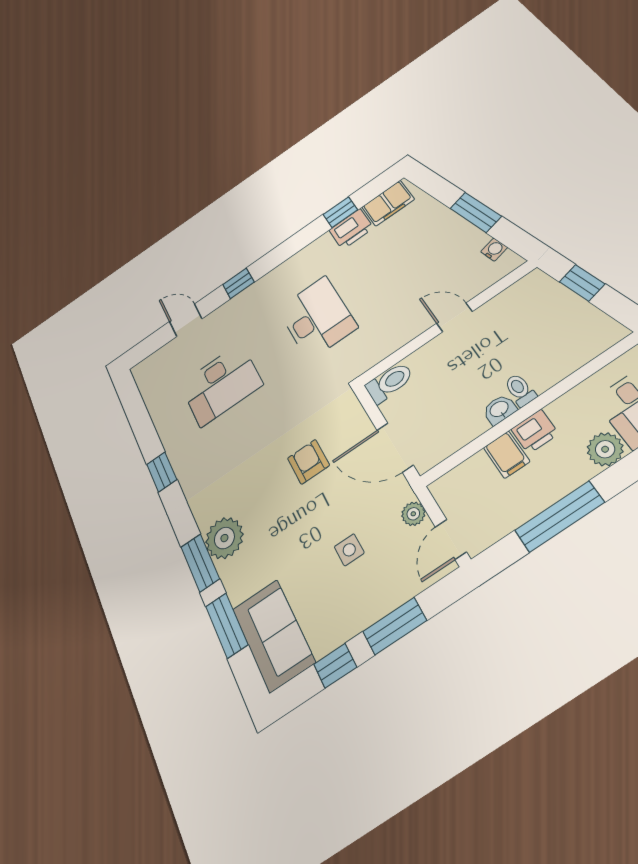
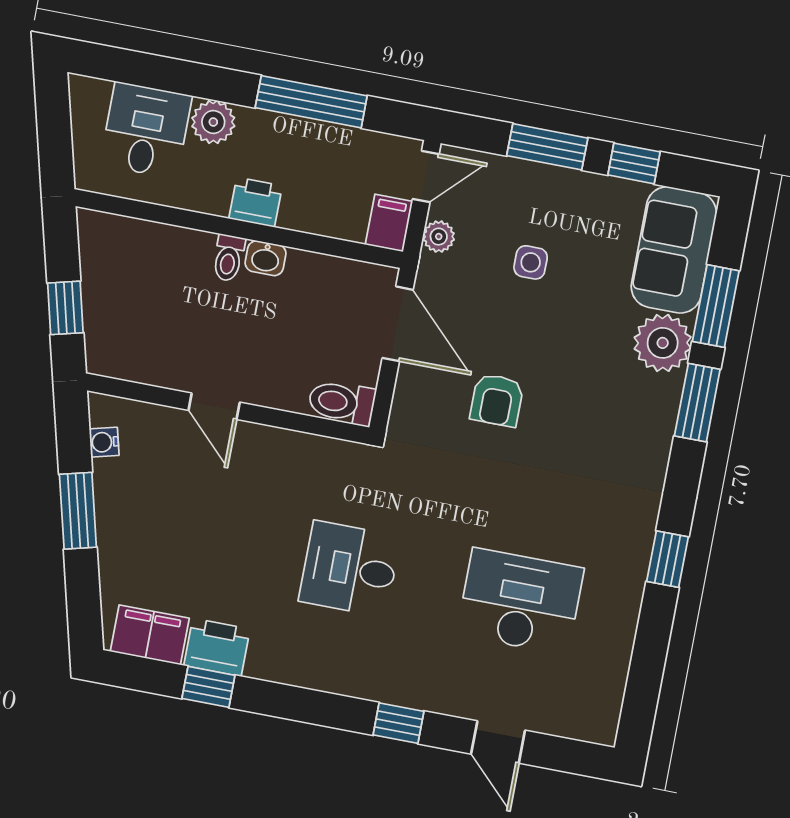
desk: (317, 318) -> (350, 569), width x0.73
filing cabinet: (507, 455) -> (389, 223), moved
plant: (224, 538) -> (663, 343), moved

